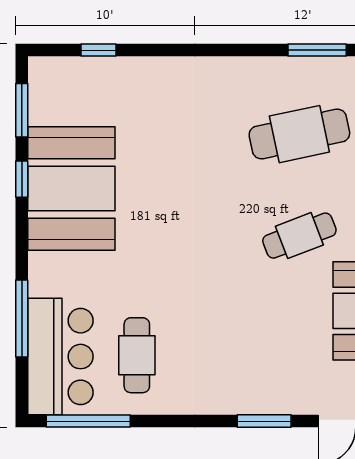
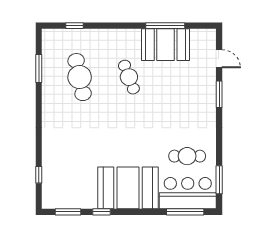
booth: (71, 189) -> (128, 188), moved
window: (22, 318) -> (185, 212), moved
window: (88, 421) -> (219, 180), width x0.69

